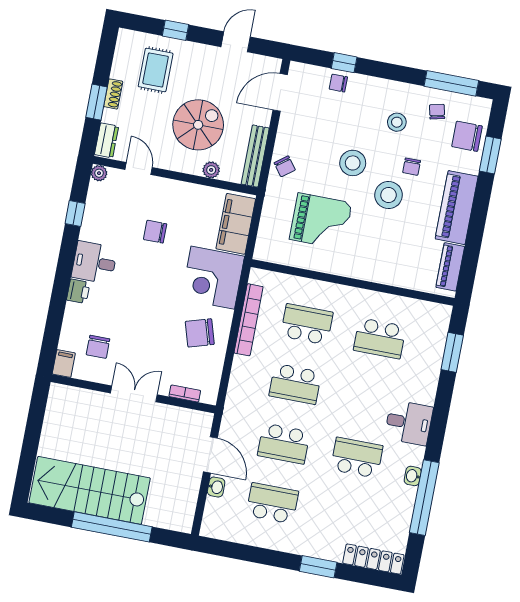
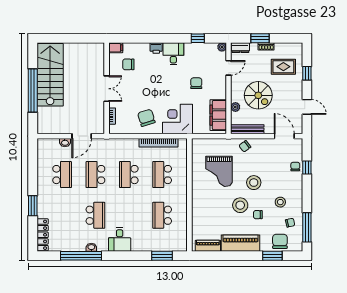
filing cabinet: (236, 224) -> (218, 115), moved, turned -90
school desk: (307, 324) -> (162, 175), turned 180

